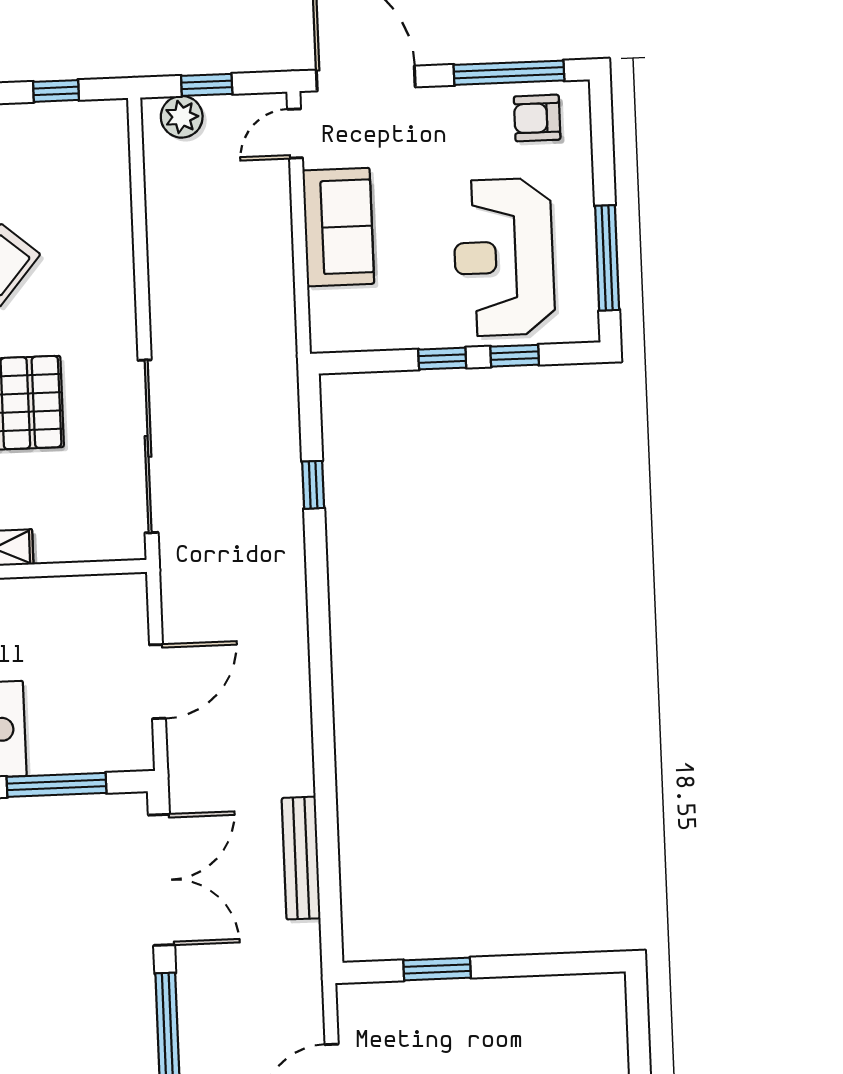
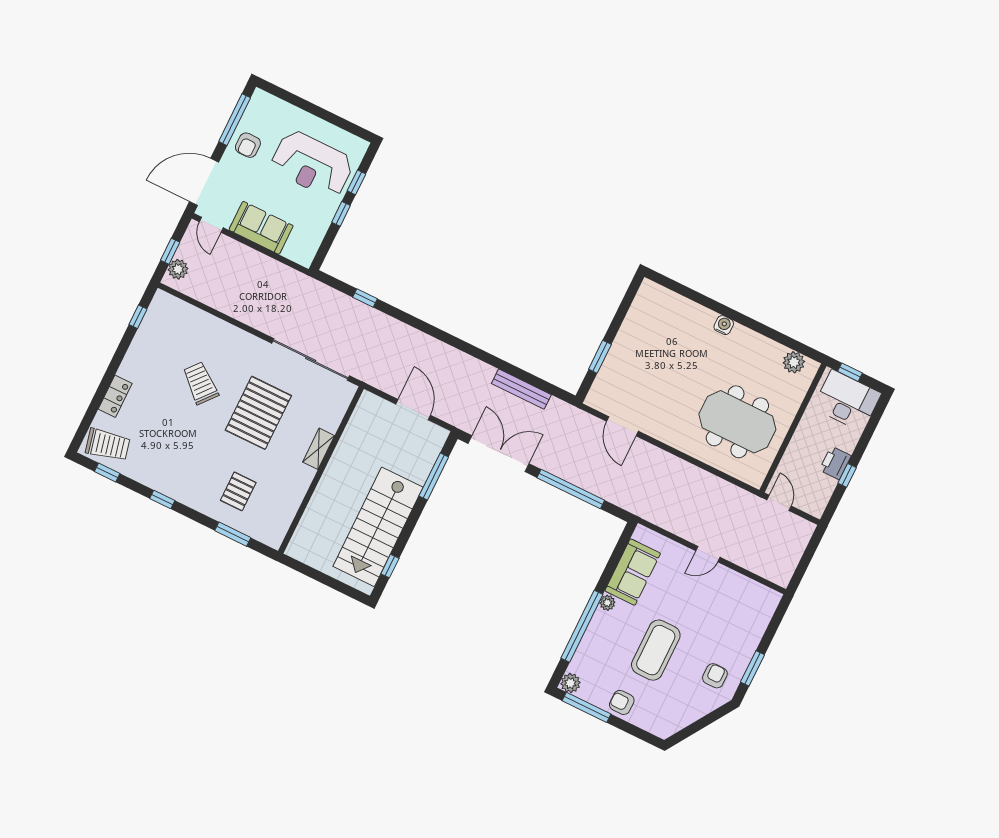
armchair: (537, 118) -> (248, 145), moved
window: (607, 258) -> (336, 120), removed

